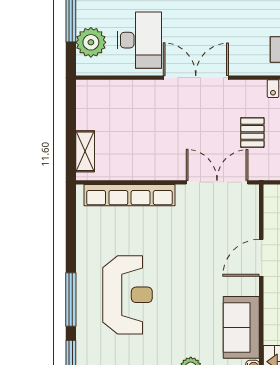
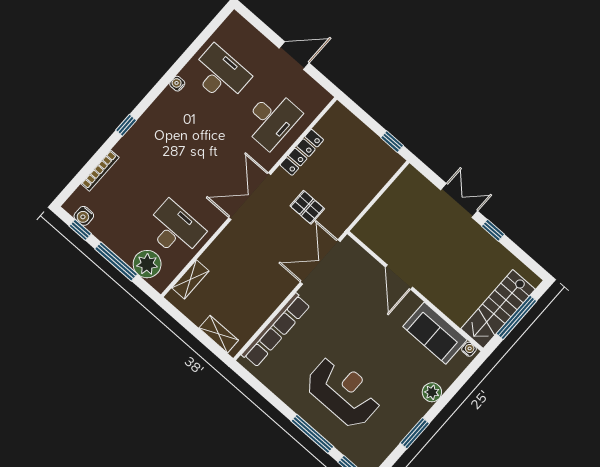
double door: (196, 78) -> (250, 196), moved
shelving: (110, 89) -> (190, 279), added

